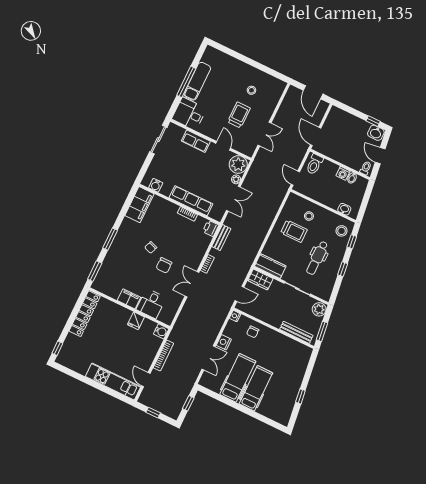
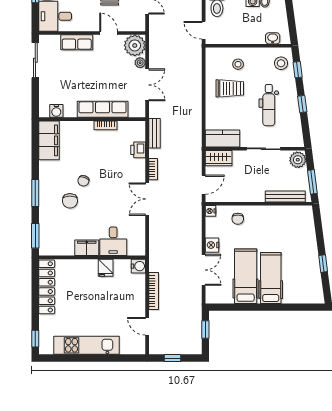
printer: (211, 228) -> (138, 150), moved
chair: (164, 265) -> (70, 201), moved
kitchen unit: (113, 382) -> (87, 345), moved

